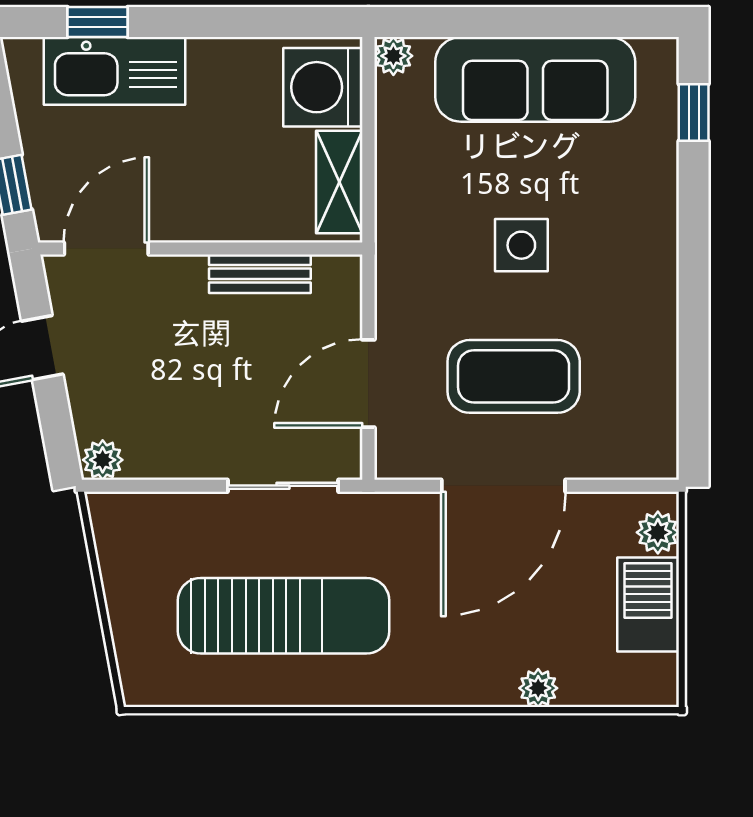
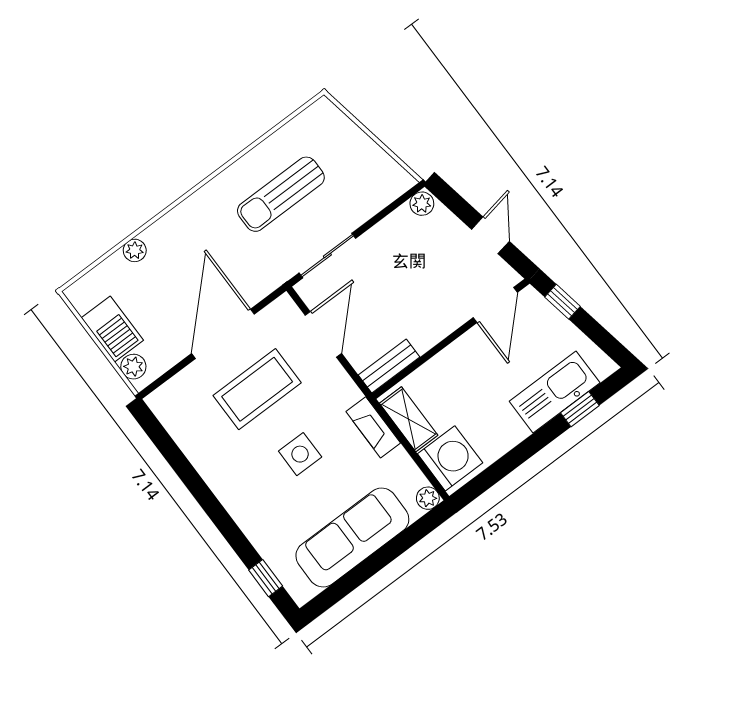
fireplace: (395, 207) -> (373, 427), added
bench: (260, 274) -> (389, 366), moved
sun lounger: (284, 616) -> (281, 194), width x0.73, depth x0.75

